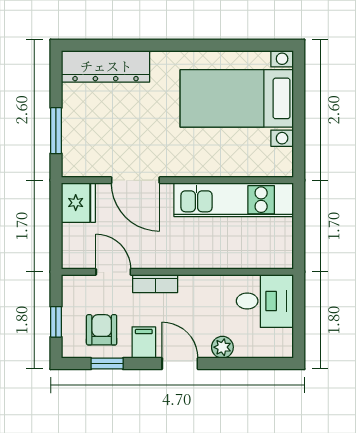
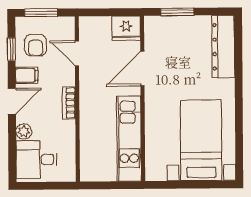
door: (113, 272) -> (77, 53), swing flipped
bookcase: (155, 284) -> (69, 103), moved
desk: (265, 301) -> (37, 160), moved, turned 90
window: (56, 322) -> (41, 13), width x1.50
armchair: (102, 330) -> (36, 45), turned 90

